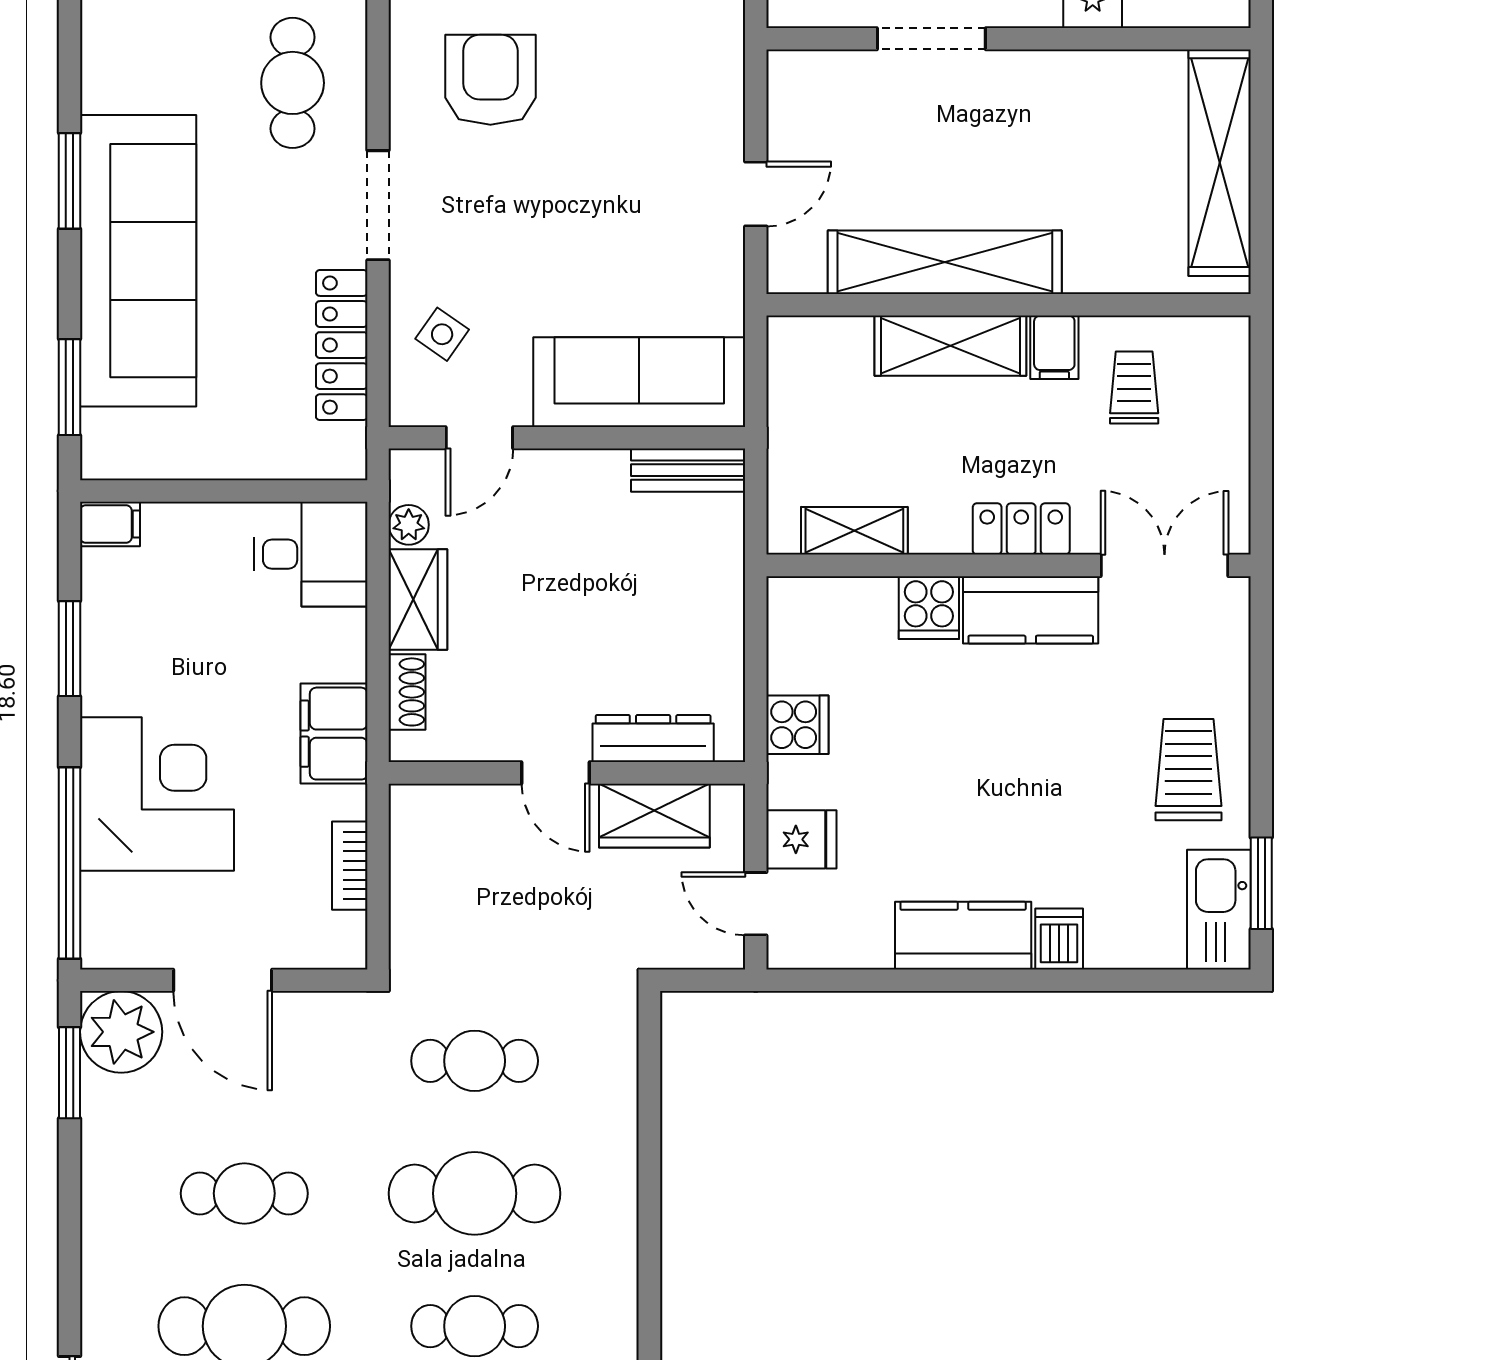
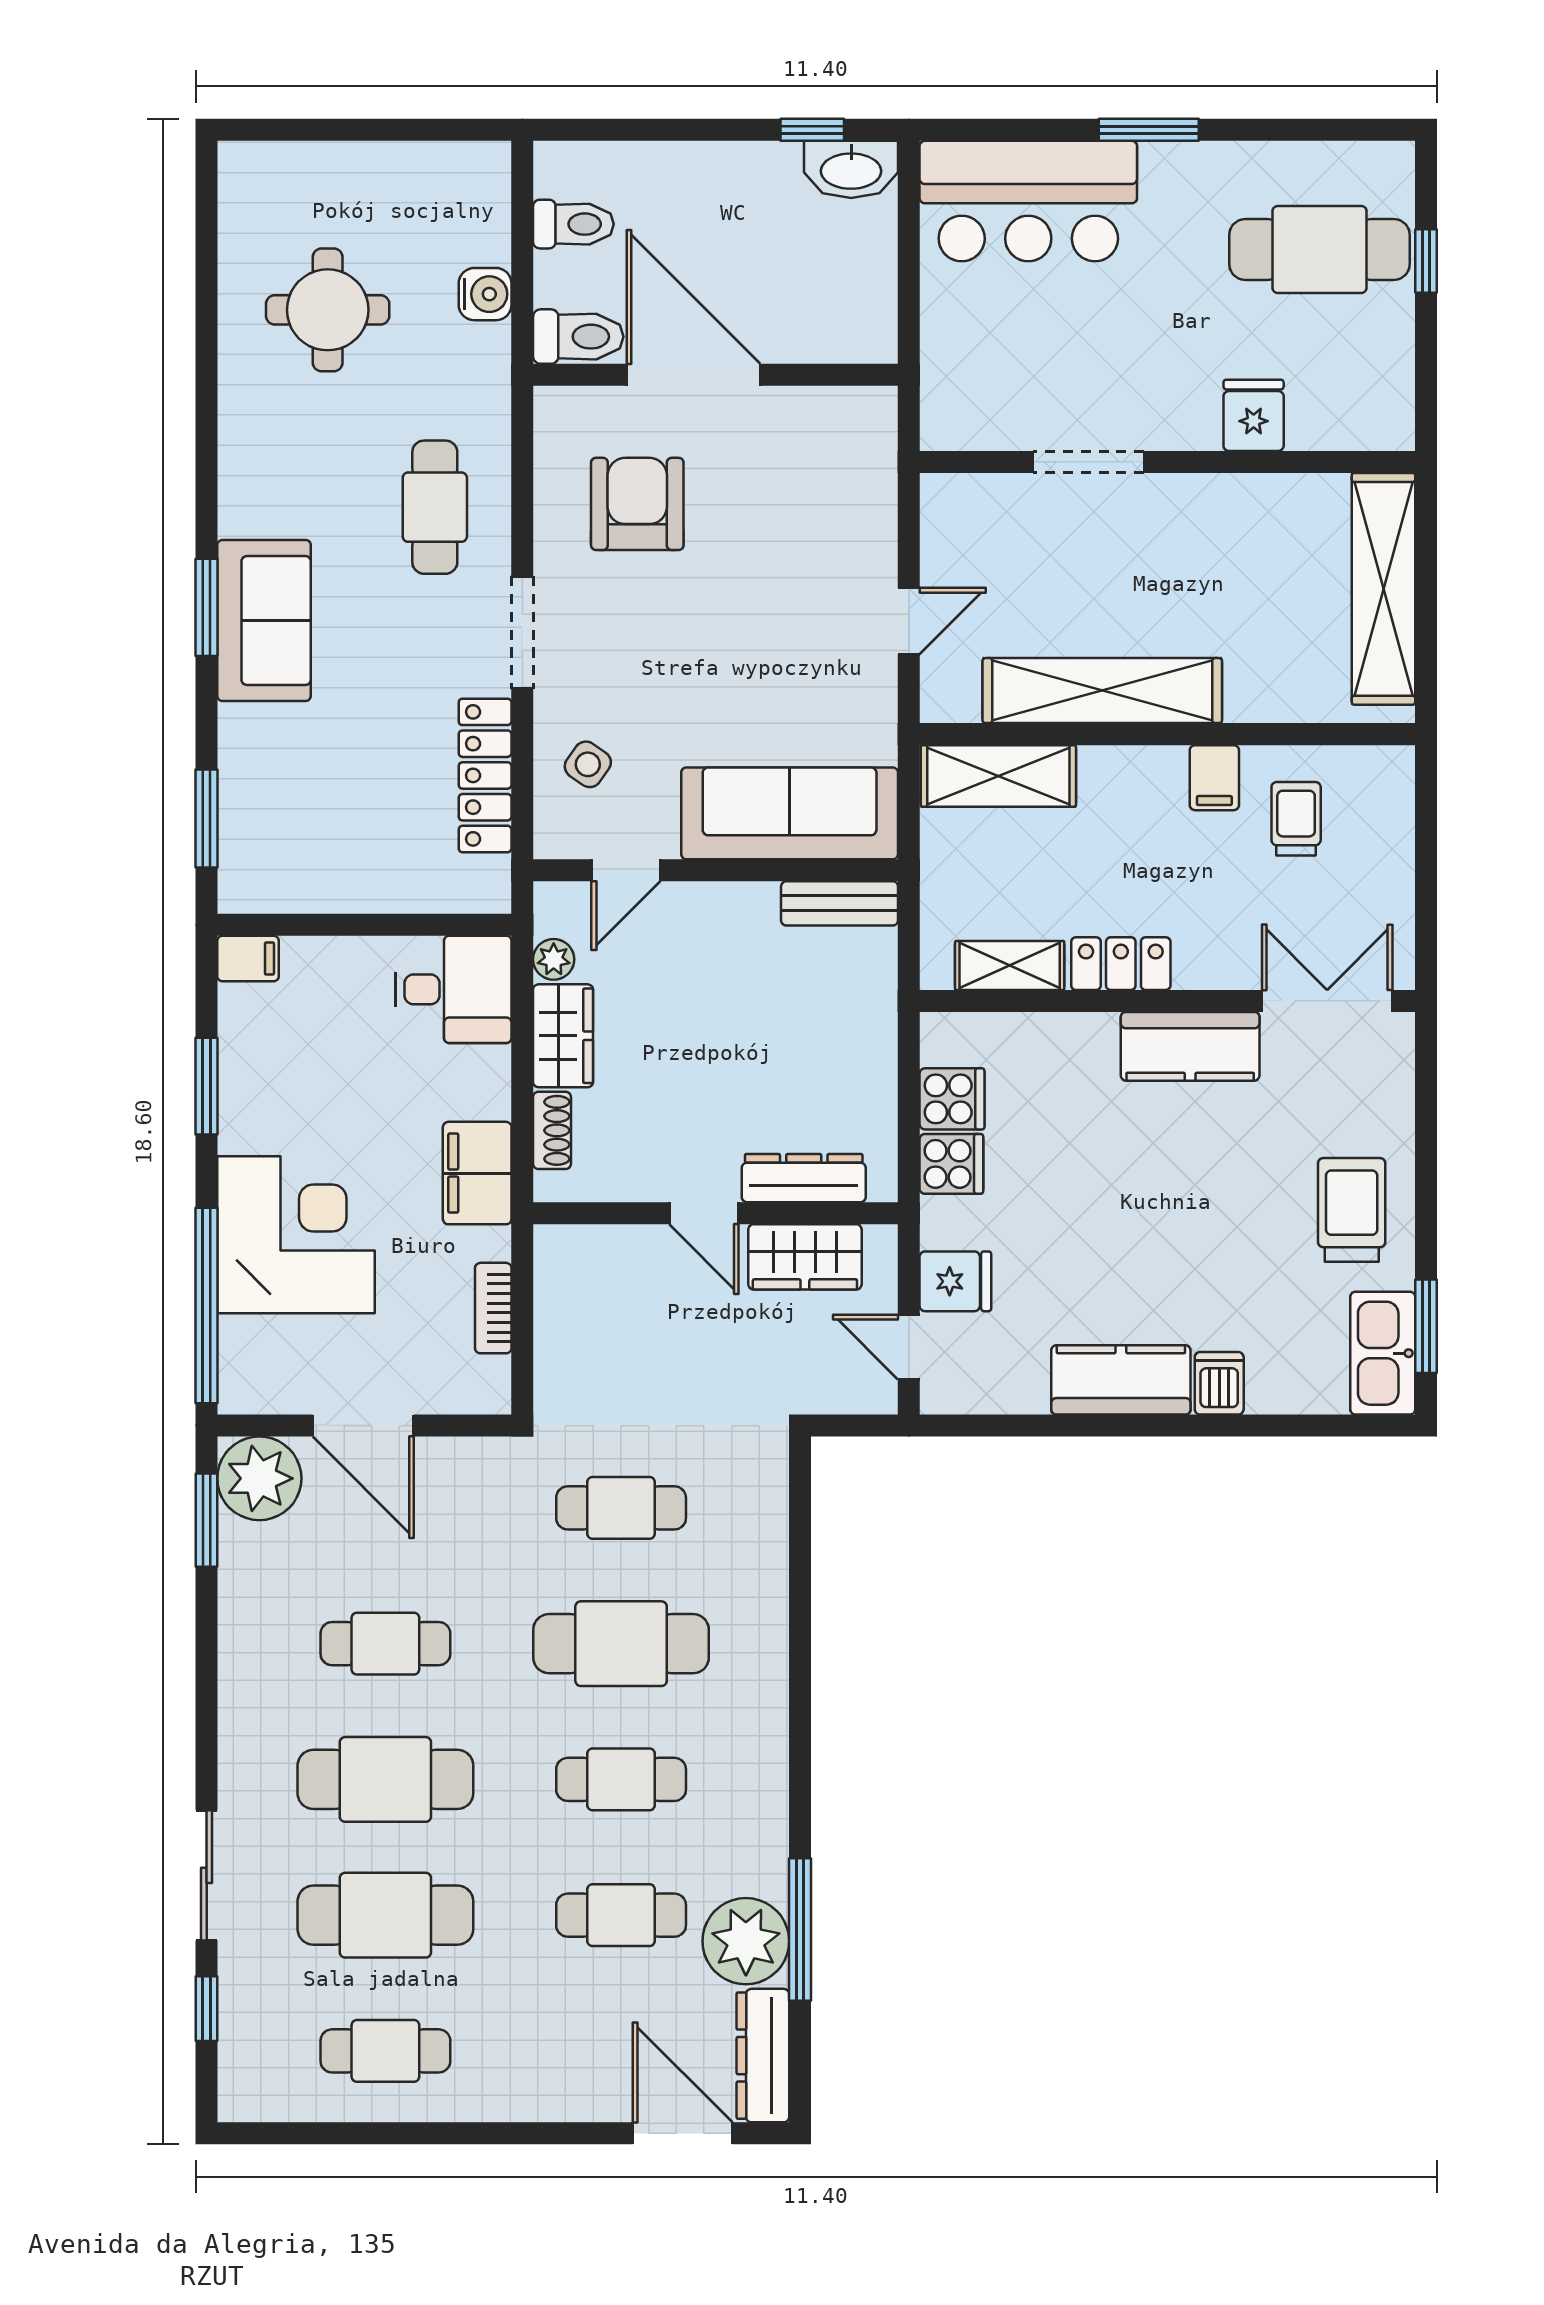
sofa: (138, 261) -> (264, 620), width x0.54, depth x0.79
shelving: (950, 346) -> (998, 776), moved
locker: (1021, 529) -> (1121, 964), moved
cooker: (929, 608) -> (952, 1099), moved, turned -90

